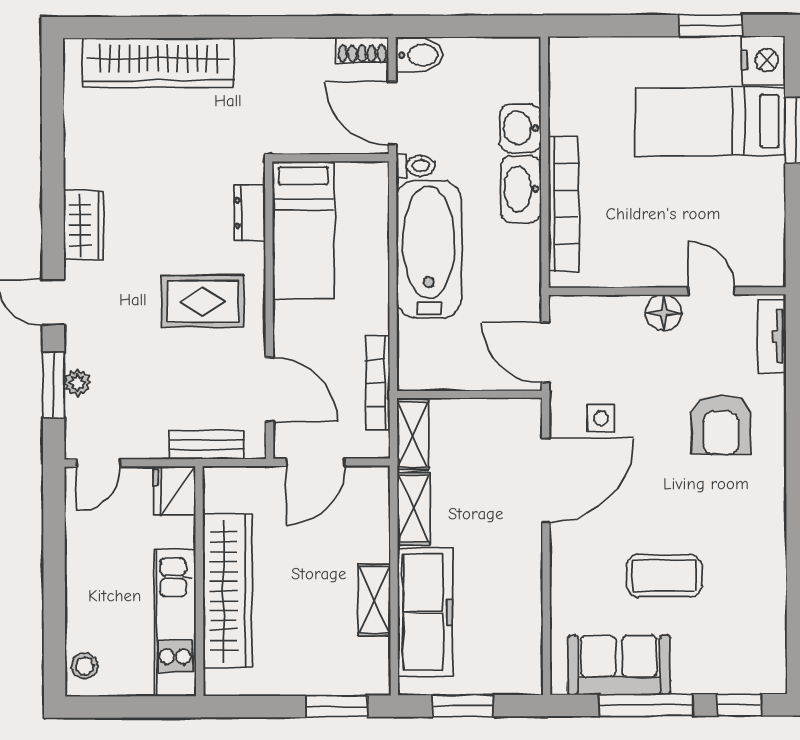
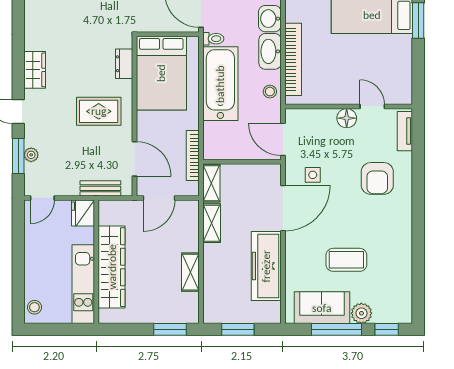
bed: (303, 230) -> (161, 73), width x1.50
stool: (521, 264) -> (270, 92), added
freezer: (425, 612) -> (266, 266), moved, turned 180
plant: (692, 675) -> (361, 313), added

